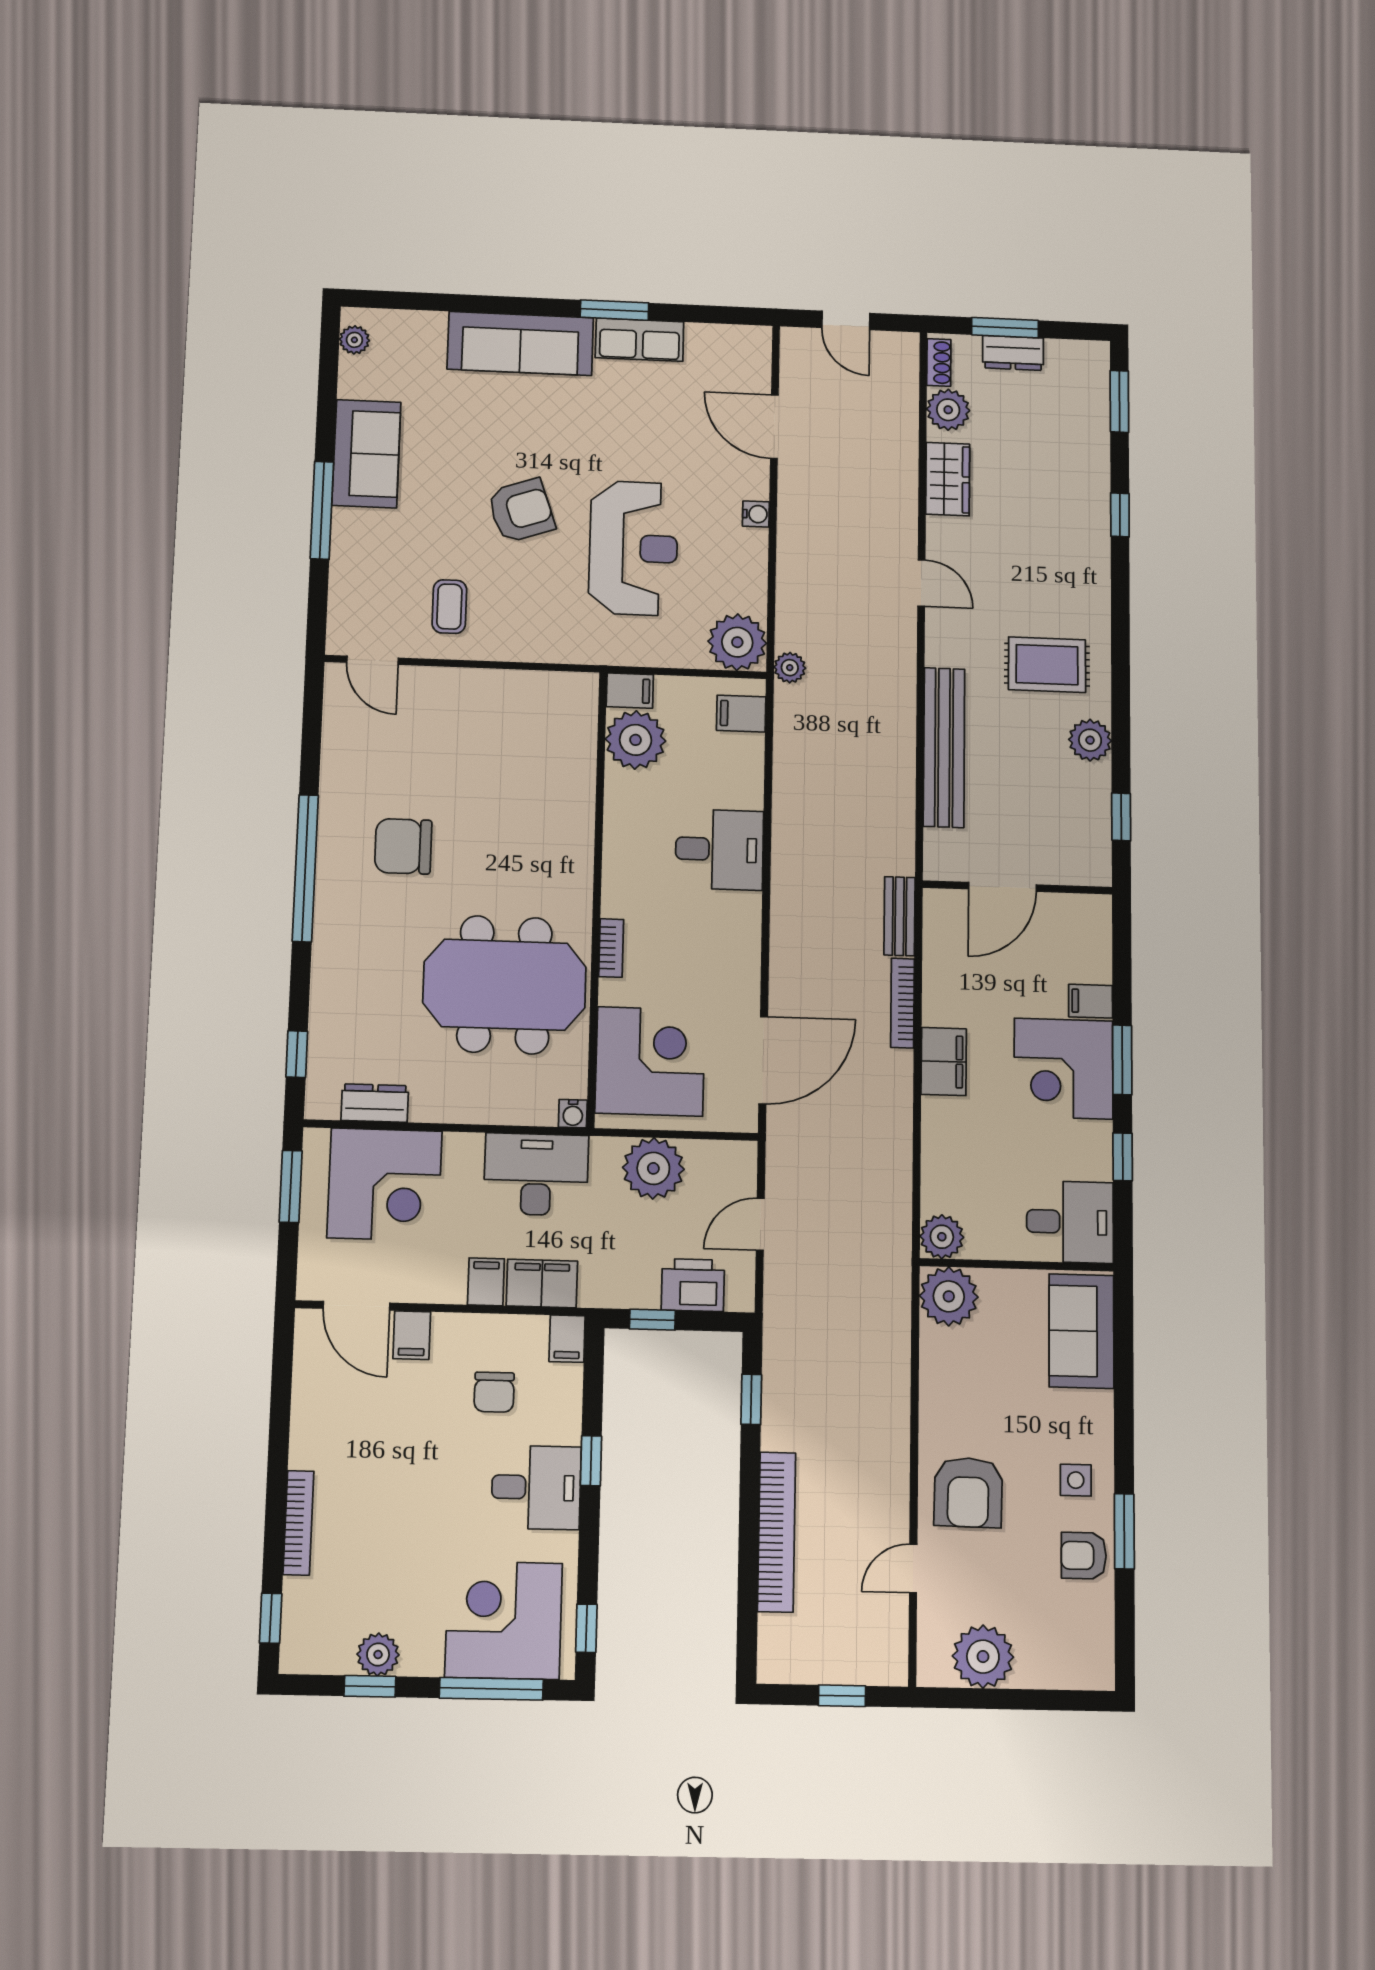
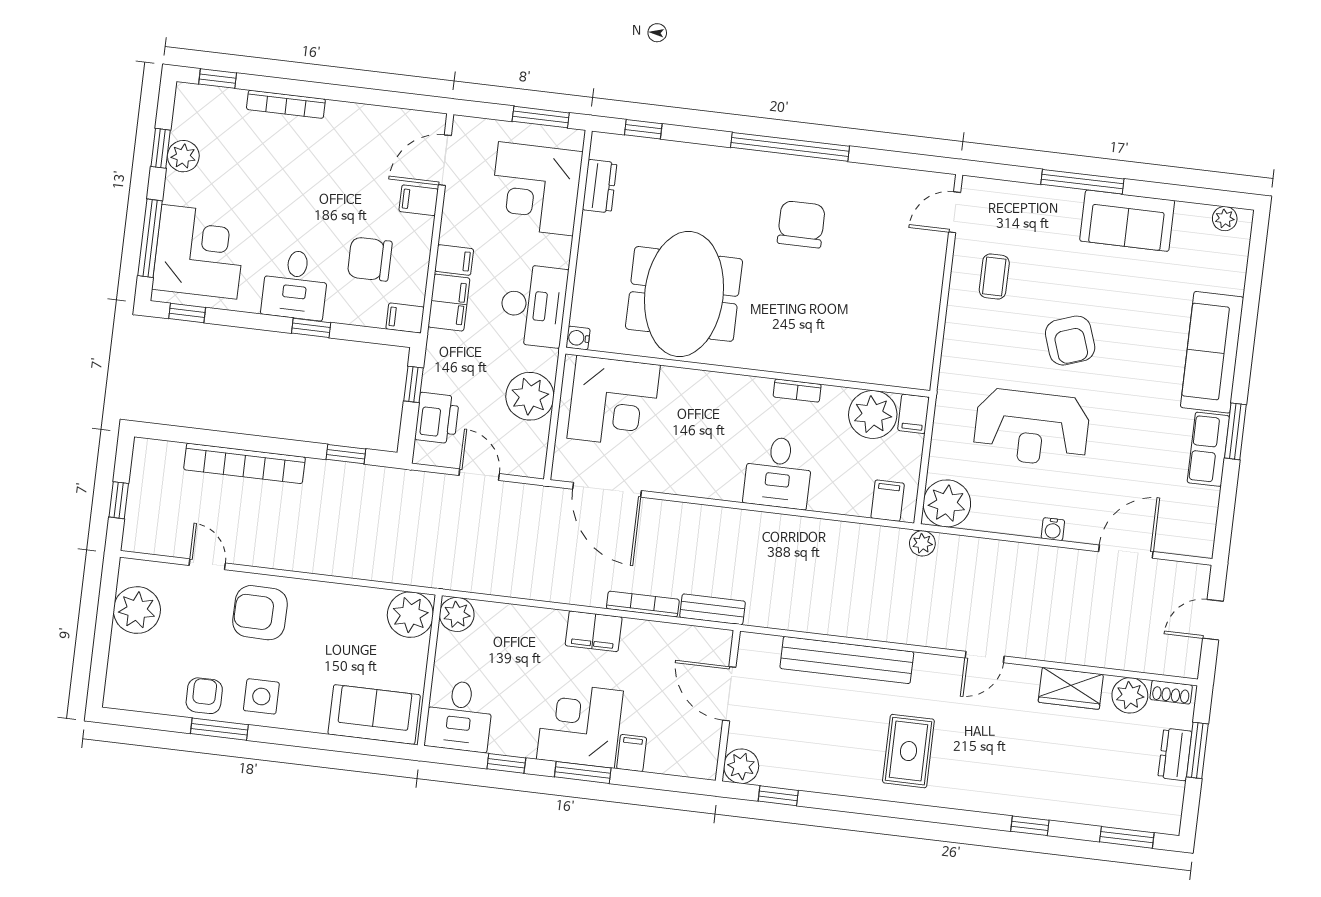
coffee table: (449, 607) -> (994, 277), turned 90
plant: (1090, 740) -> (741, 766), moved
bookcase: (611, 948) -> (797, 391), moved
chair: (494, 1392) -> (370, 259), width x1.37, depth x1.37
side table: (1076, 1480) -> (261, 696), width x1.37, depth x1.37

